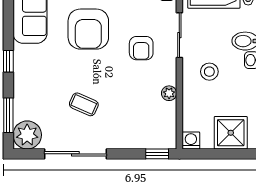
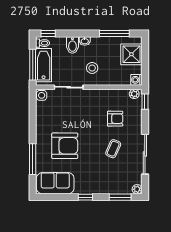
armchair: (141, 48) -> (115, 119), moved
plant: (169, 93) -> (134, 94), moved
plant: (27, 135) -> (137, 189), width x0.53, depth x0.53

